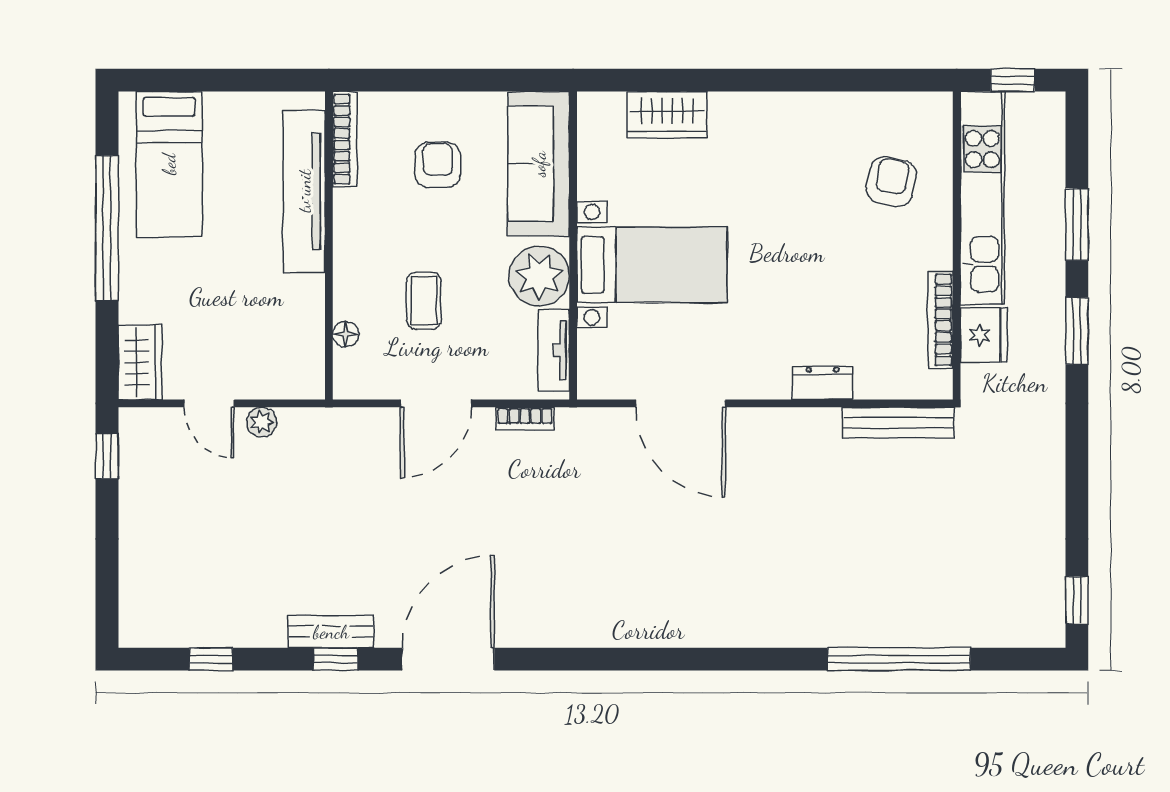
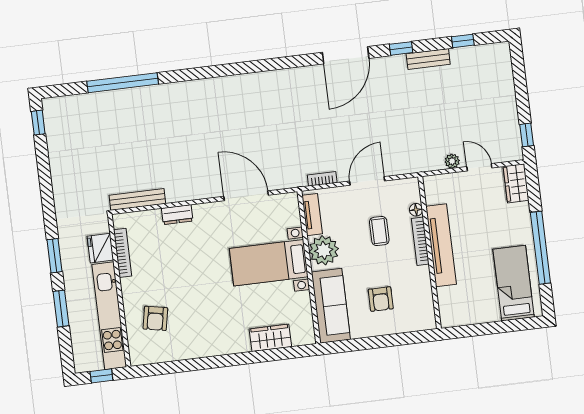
bookcase: (345, 139) -> (420, 241), moved
tv unit: (304, 191) -> (441, 245), moved
bench: (331, 632) -> (428, 59), moved

